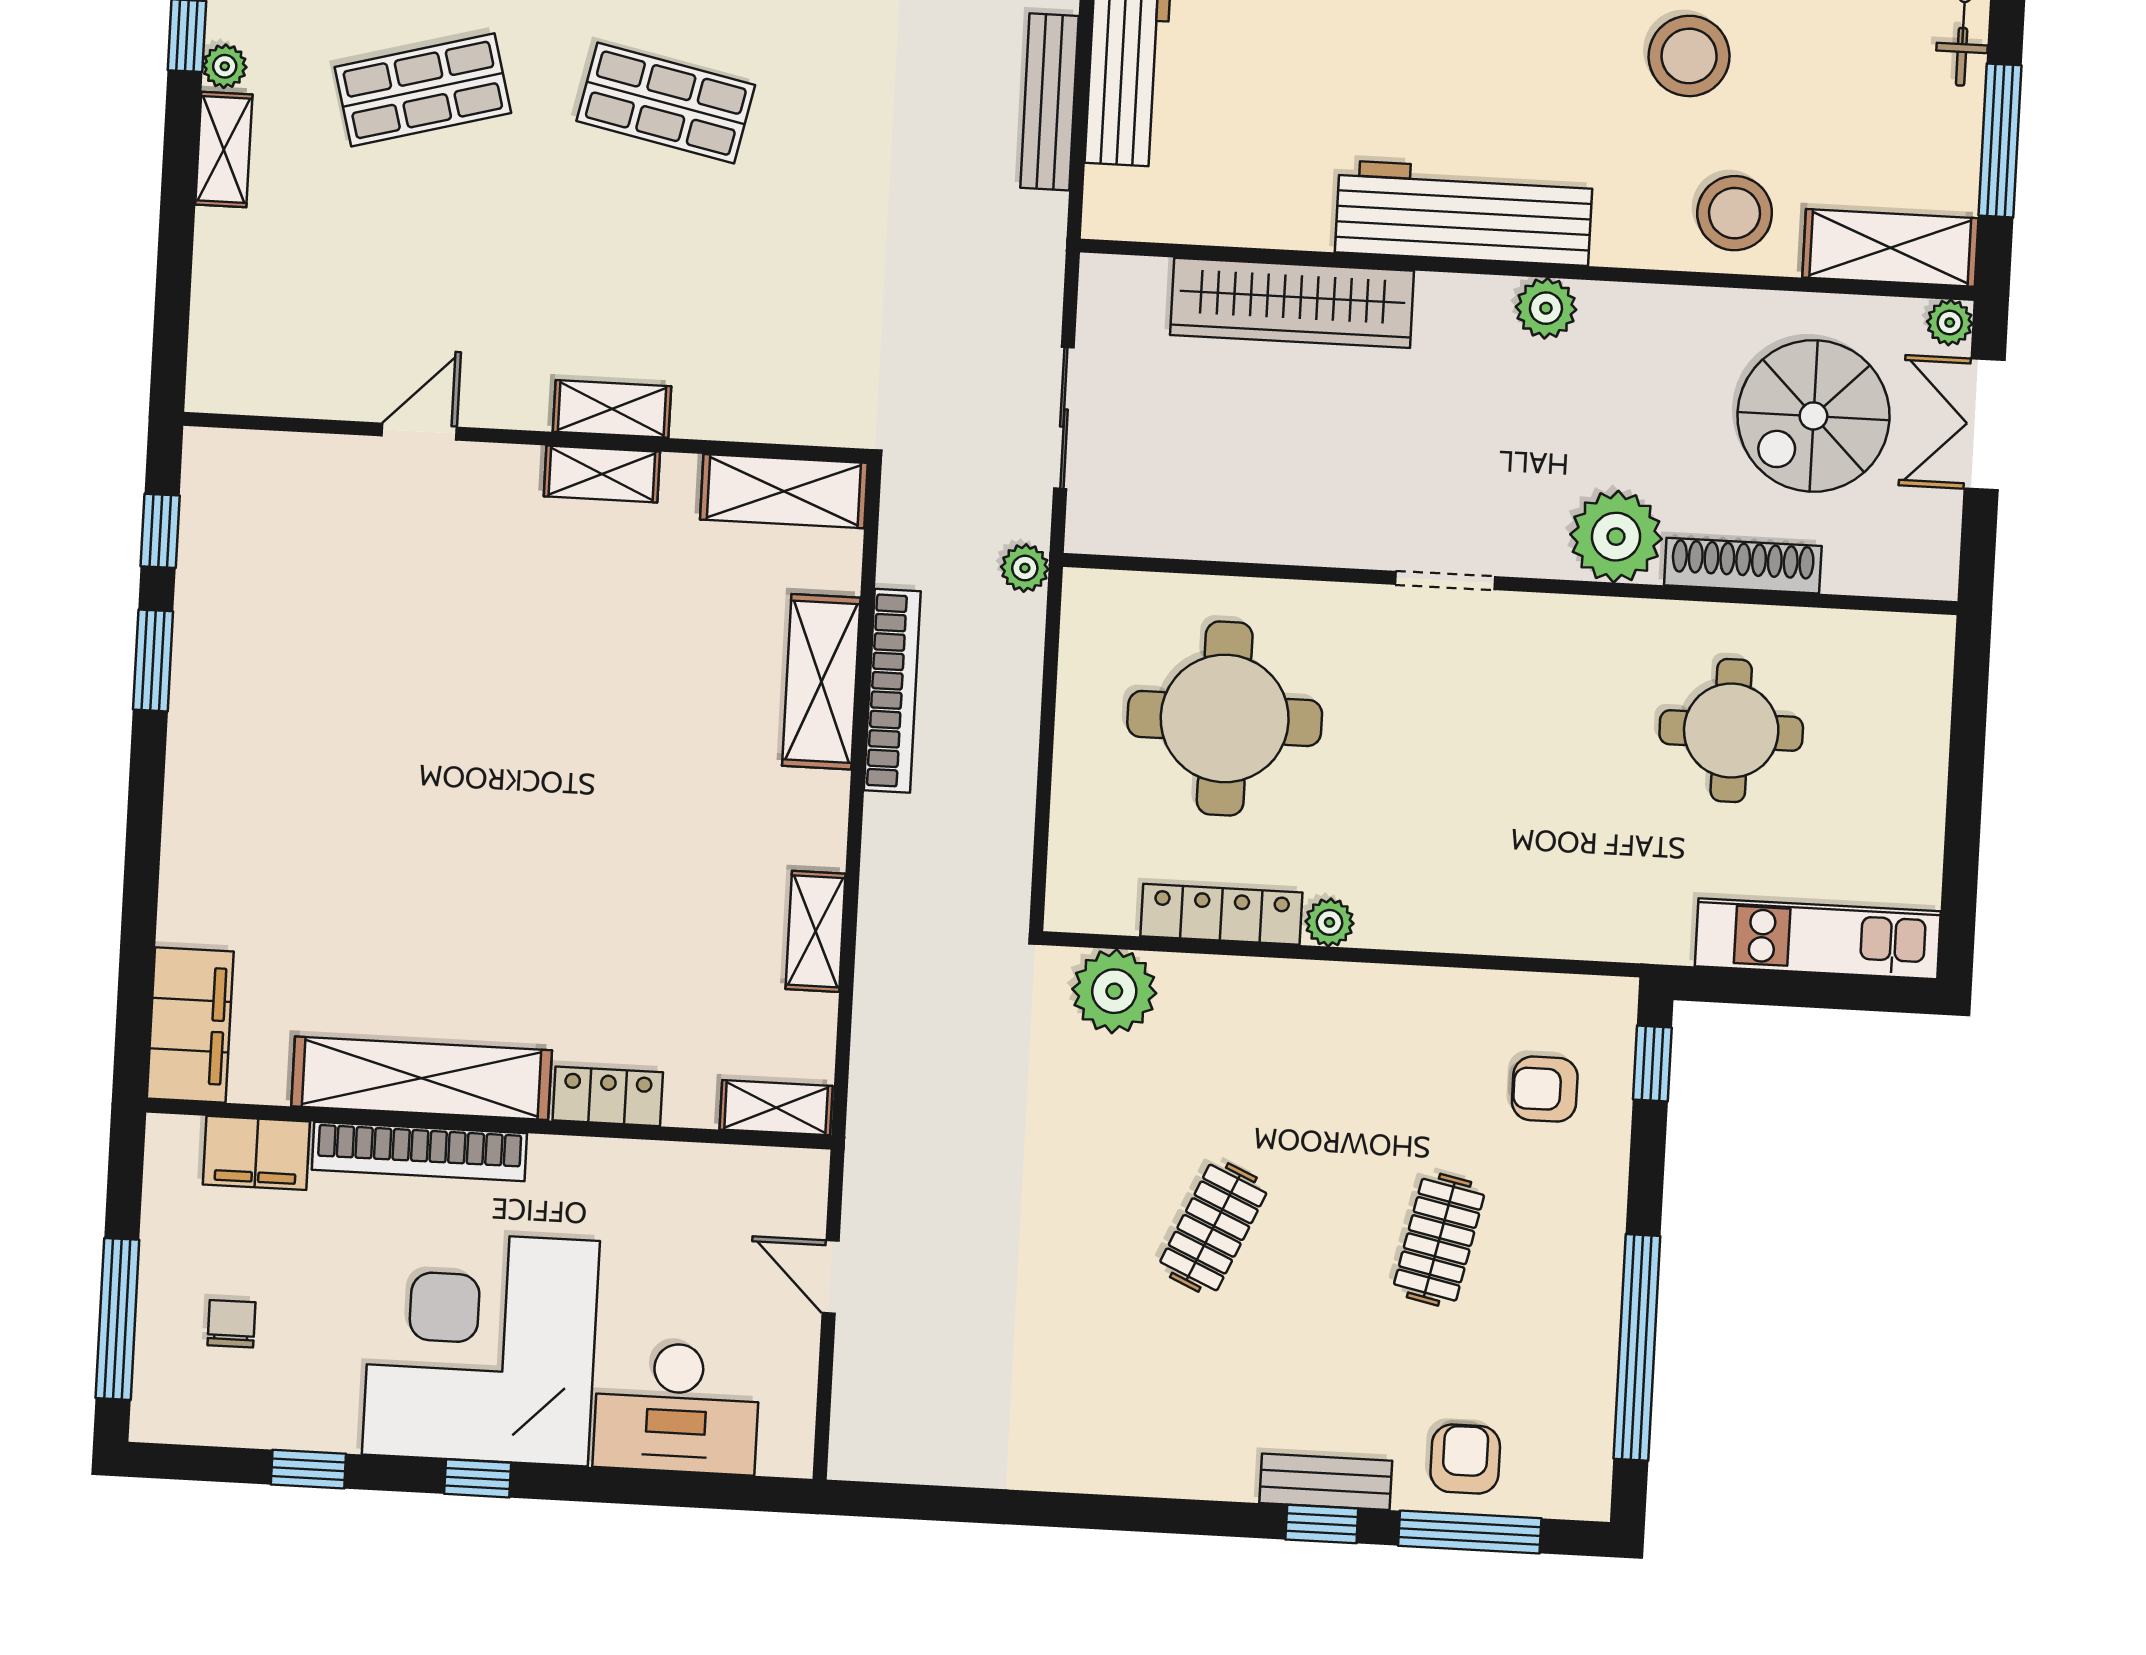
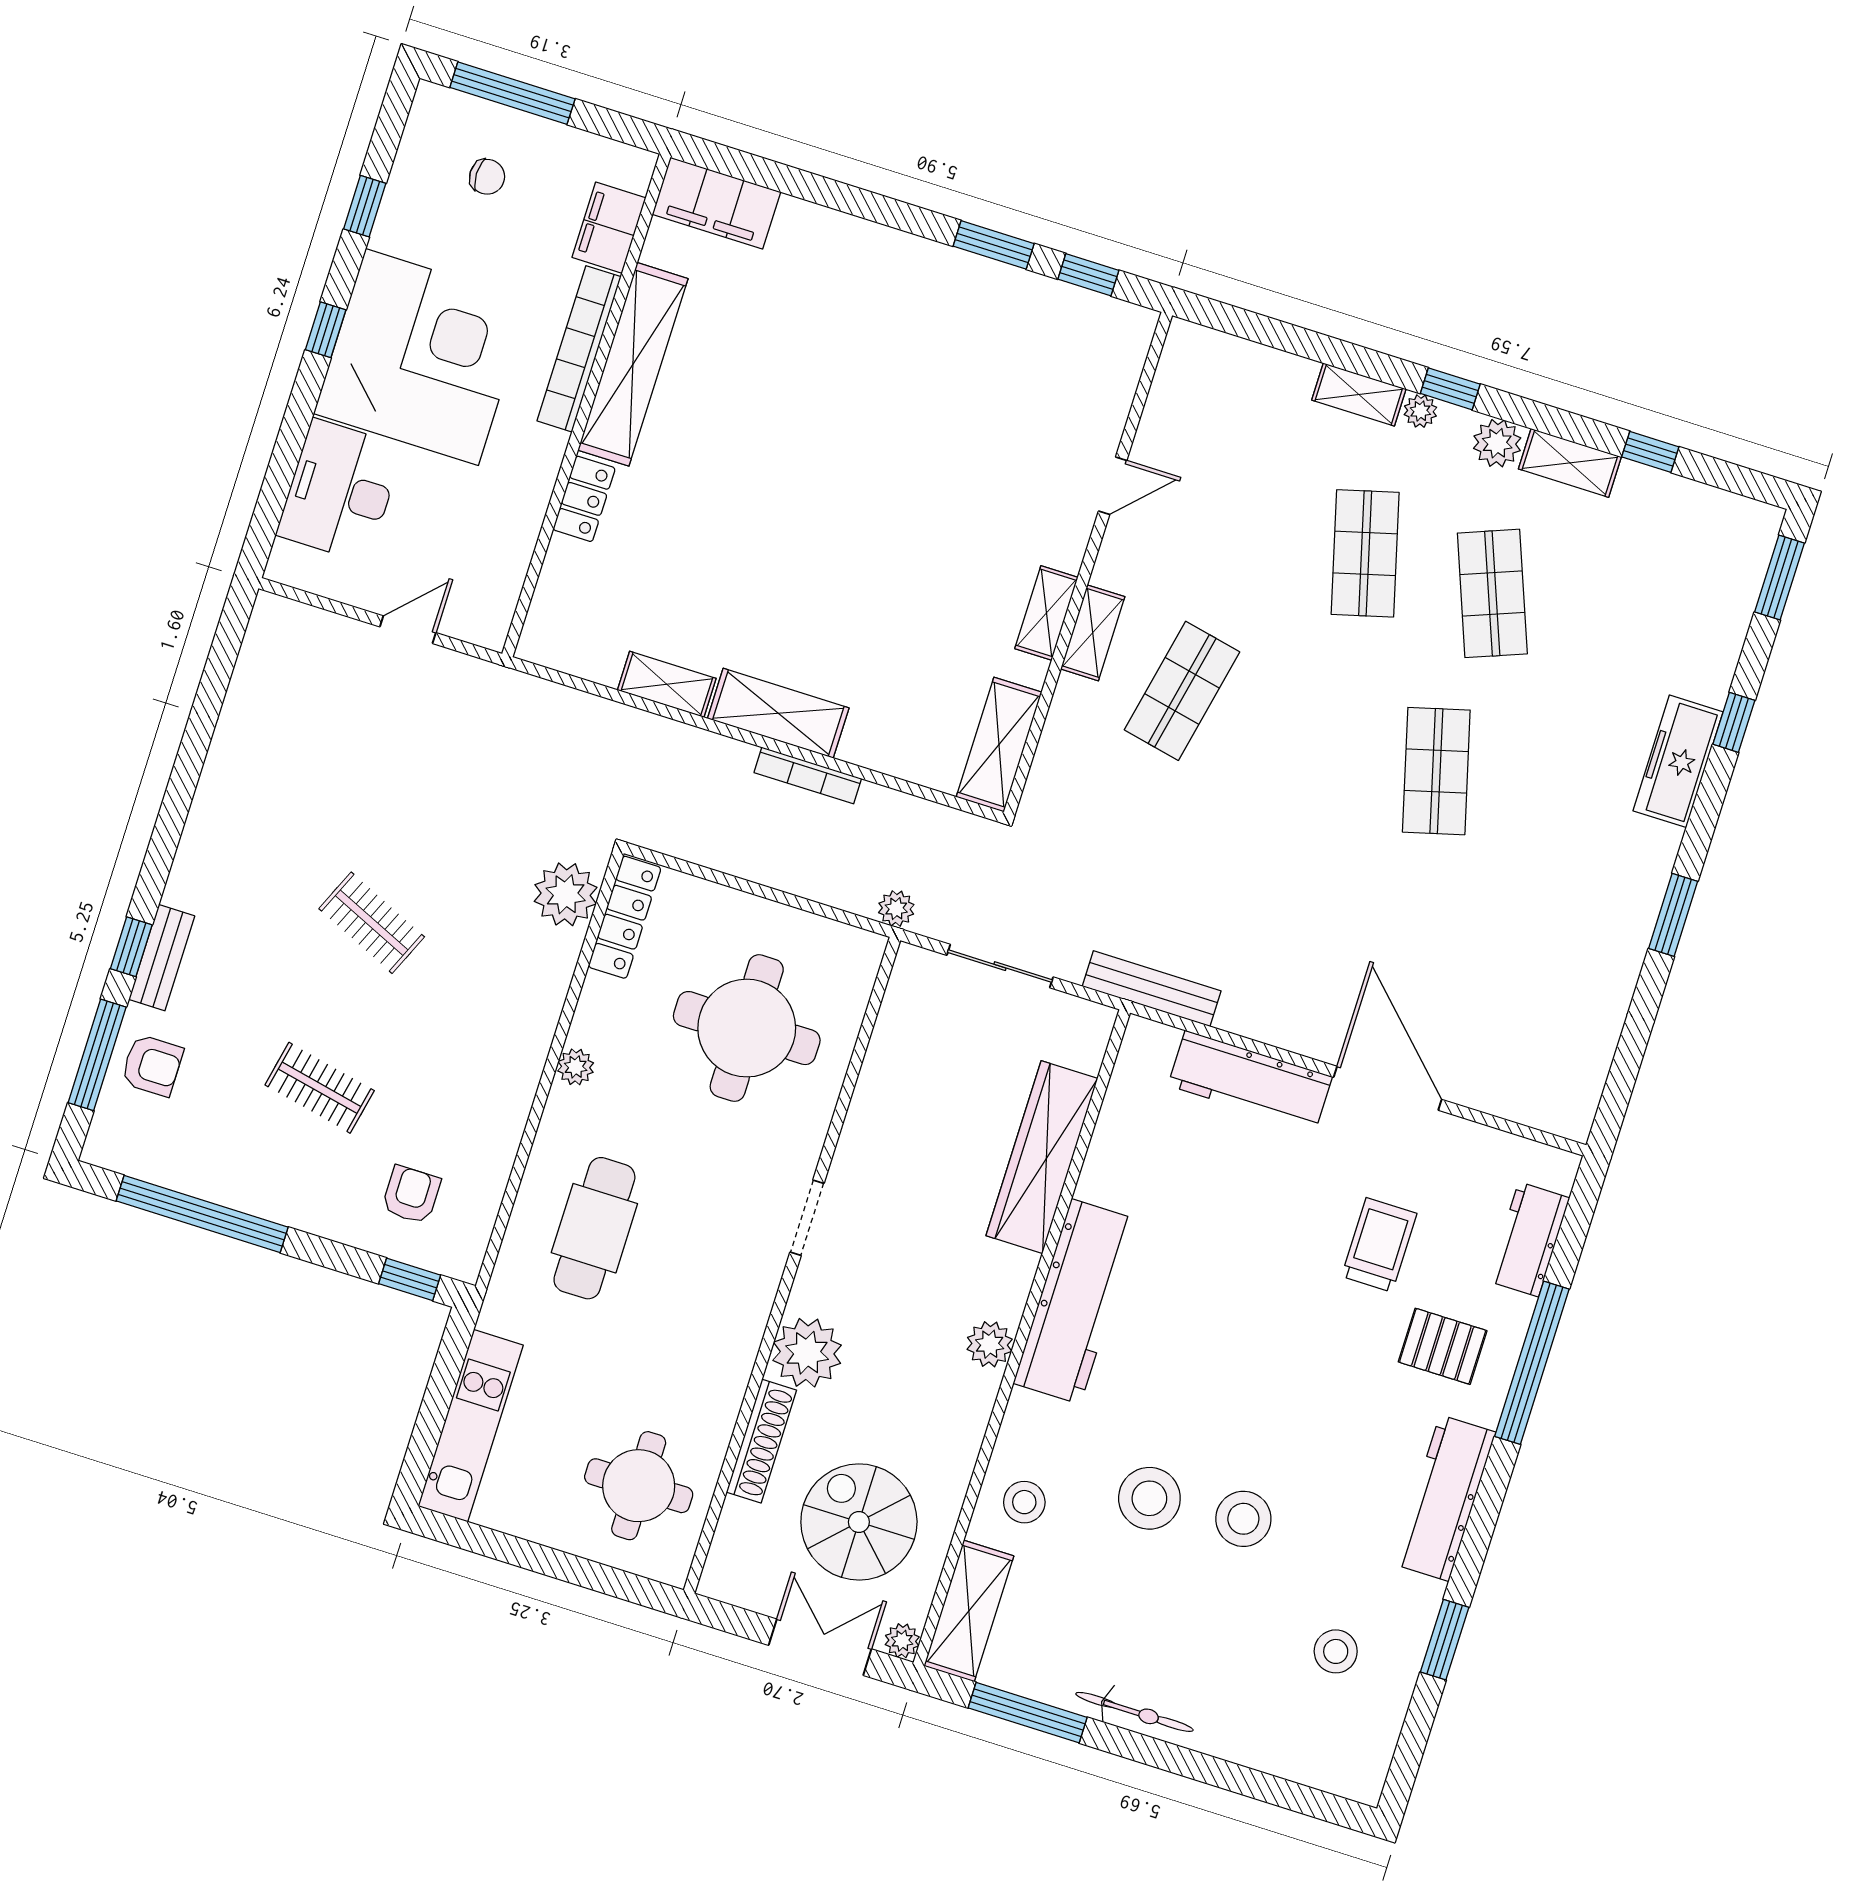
bench: (1049, 102) -> (1152, 989), moved
shop shelf: (666, 103) -> (1182, 691), moved
stool: (1735, 213) -> (1024, 1502), width x0.73, depth x0.73
door: (419, 432) -> (1113, 486), hinge flipped
shelving: (821, 682) -> (778, 713), moved
bookcase: (892, 691) -> (808, 775), width x0.68, depth x0.76
round table: (1731, 731) -> (639, 1486), moved
cafe table: (1527, 846) -> (594, 1228), added
locker: (1221, 914) -> (625, 917), moved
shelving: (776, 1108) -> (544, 621), removed

